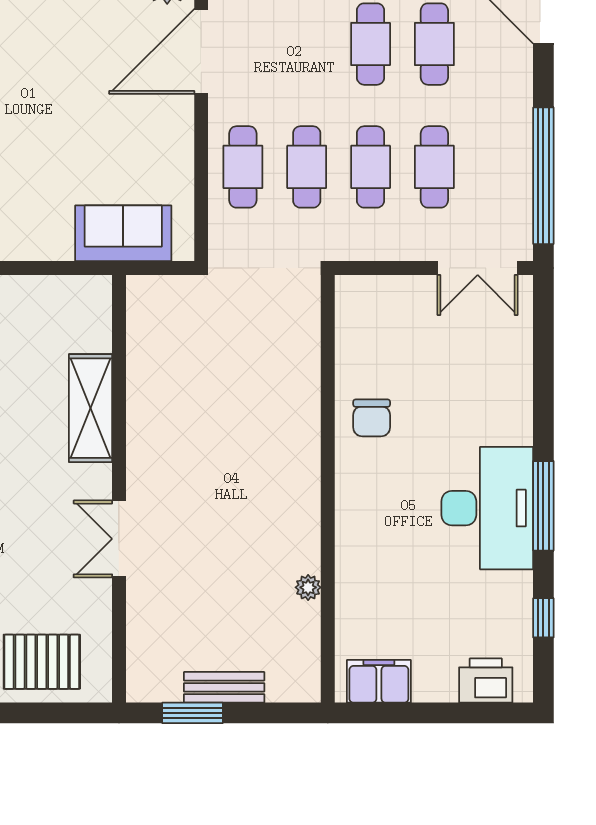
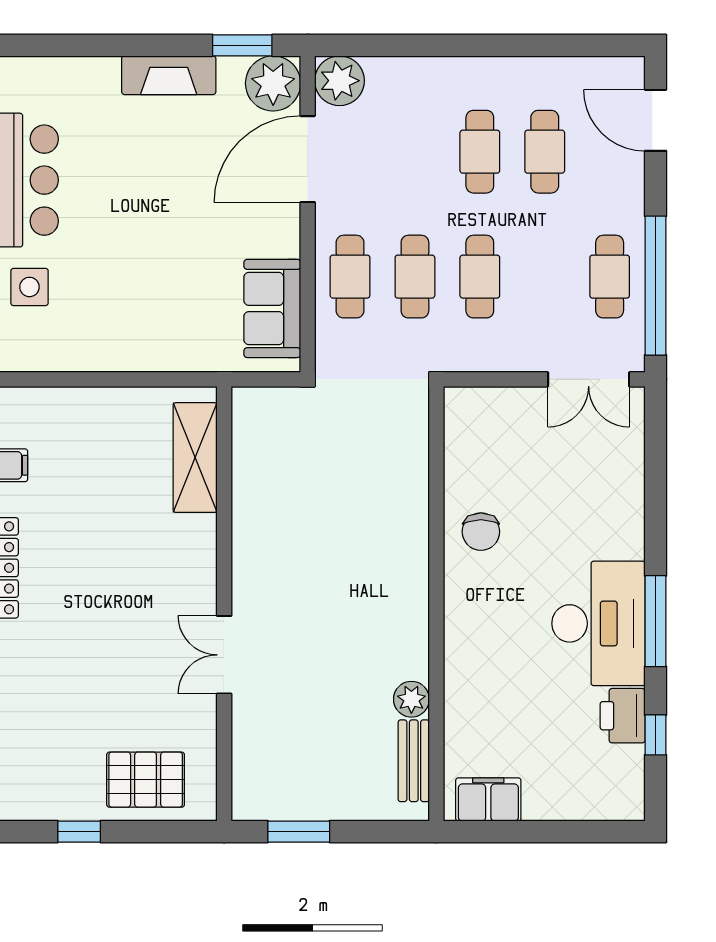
cafe table: (434, 167) -> (610, 277), moved
sofa: (123, 233) -> (272, 308), moved, turned -90
shelving: (91, 408) -> (195, 458), moved
plant: (308, 587) -> (411, 699), width x1.38, depth x1.38
printer: (486, 681) -> (623, 716), moved, turned -90
bench: (224, 687) -> (414, 761), moved, turned 90

